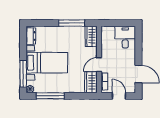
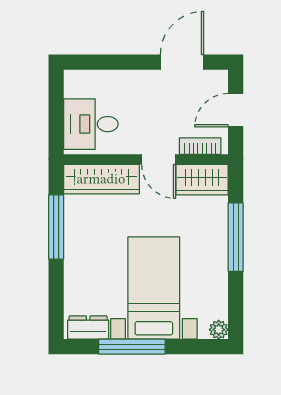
wardrobe: (91, 36) -> (101, 179), width x1.50
desk: (125, 37) -> (91, 124), moved
window: (23, 74) -> (132, 347), moved
window: (50, 96) -> (236, 237), moved

